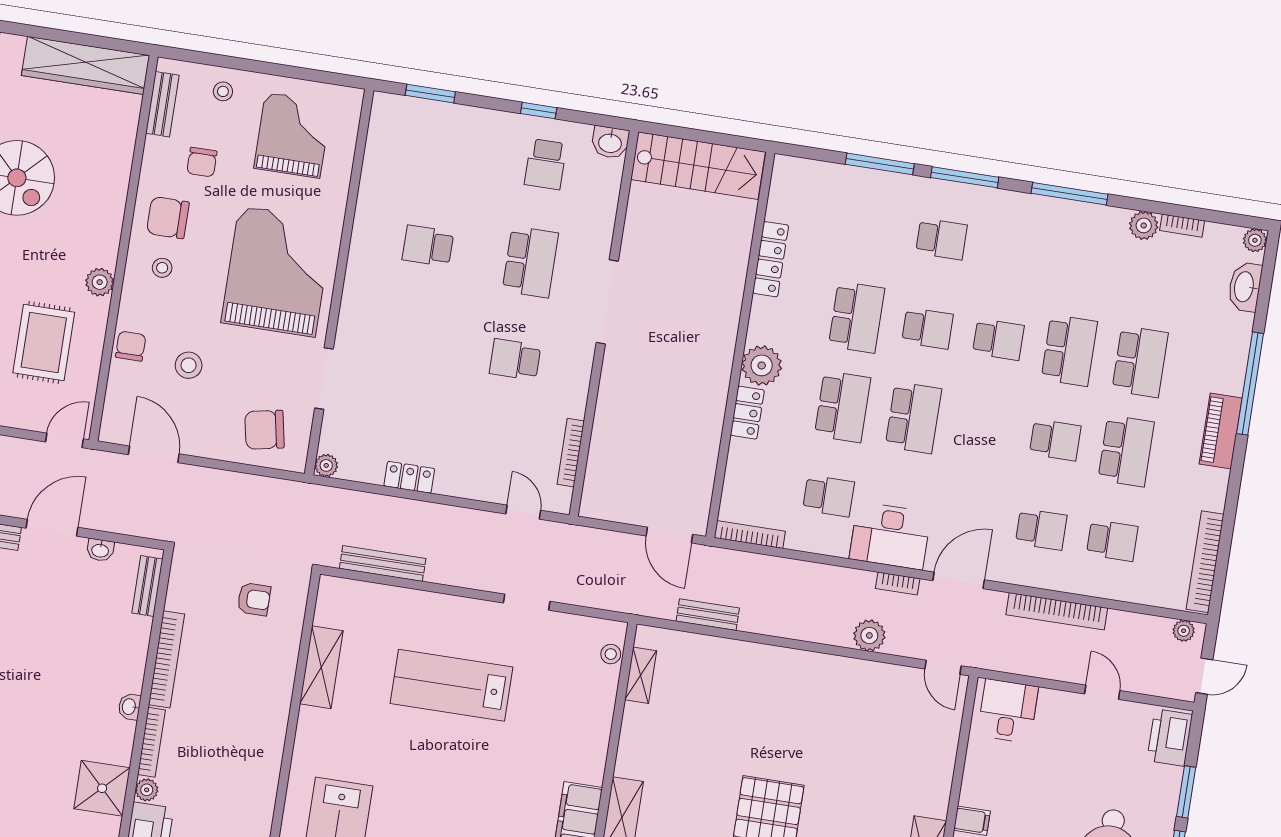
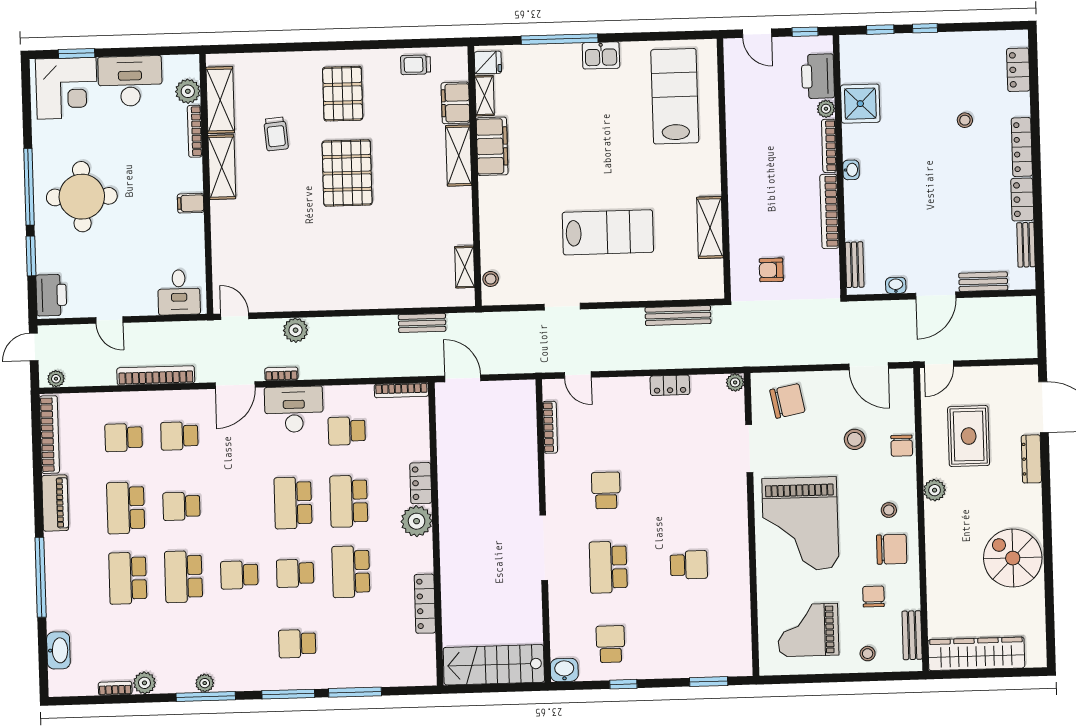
grand piano: (293, 135) -> (808, 630), turned 90
plant: (1255, 240) -> (205, 683), moved
school desk: (515, 360) -> (606, 490), turned -90
piano: (1221, 431) -> (55, 503), moved

